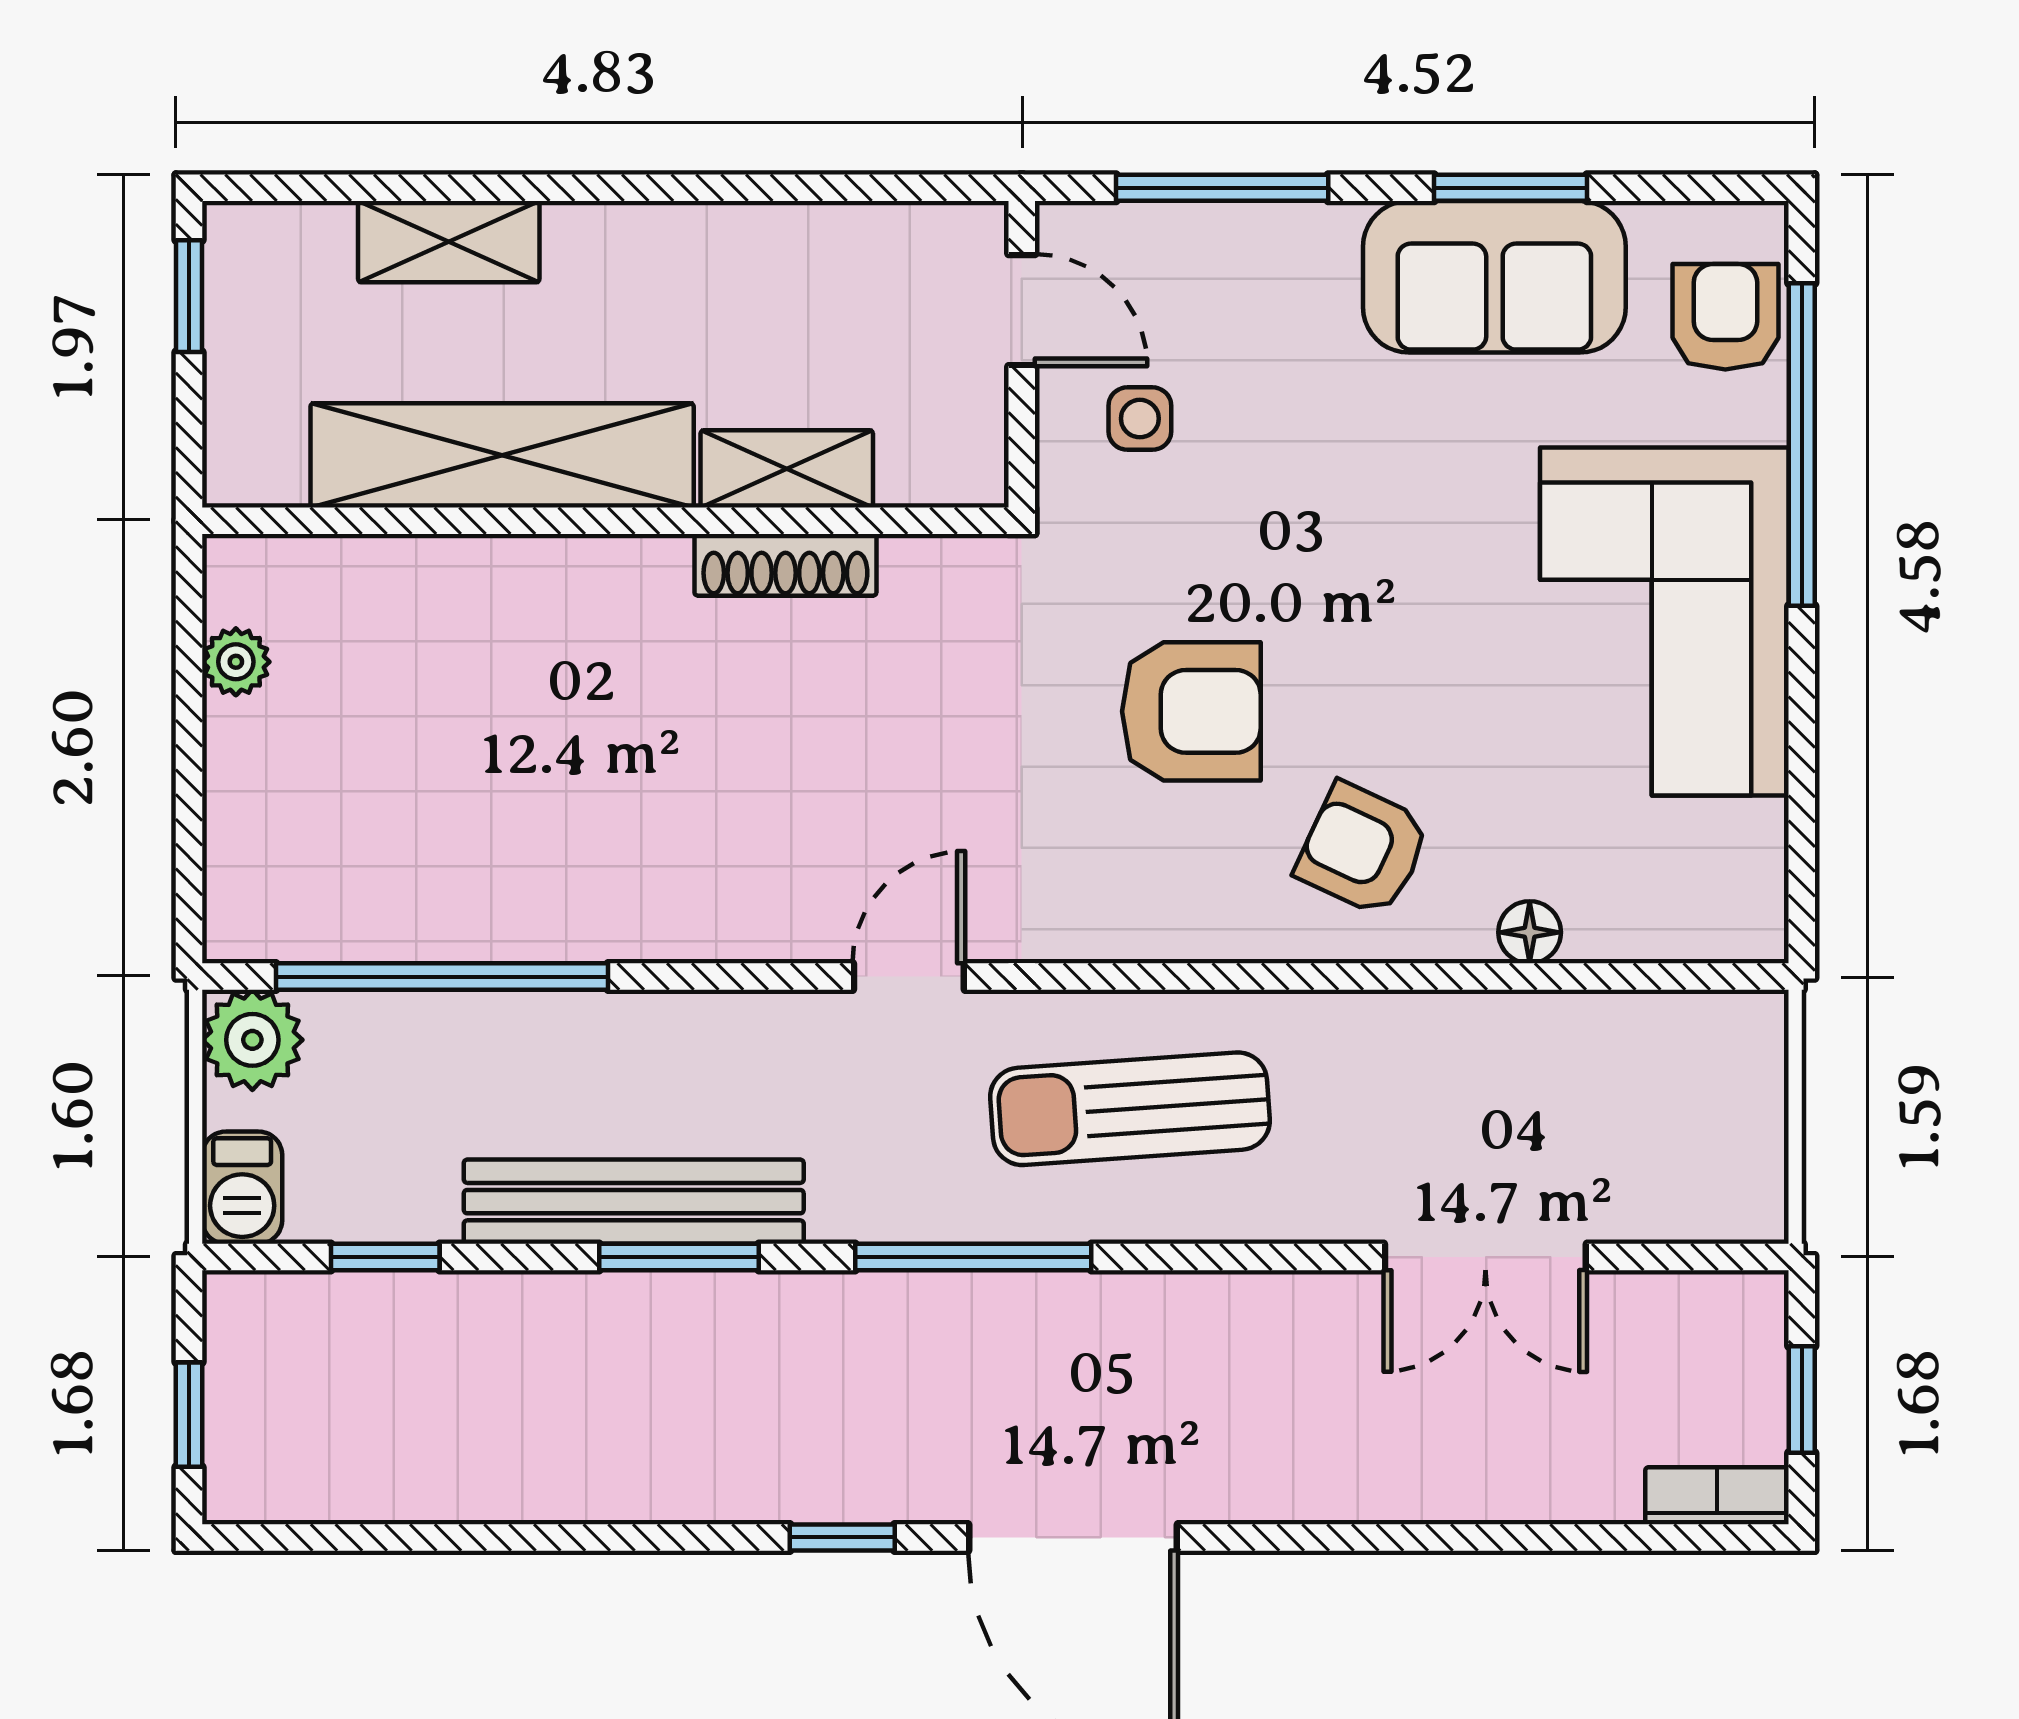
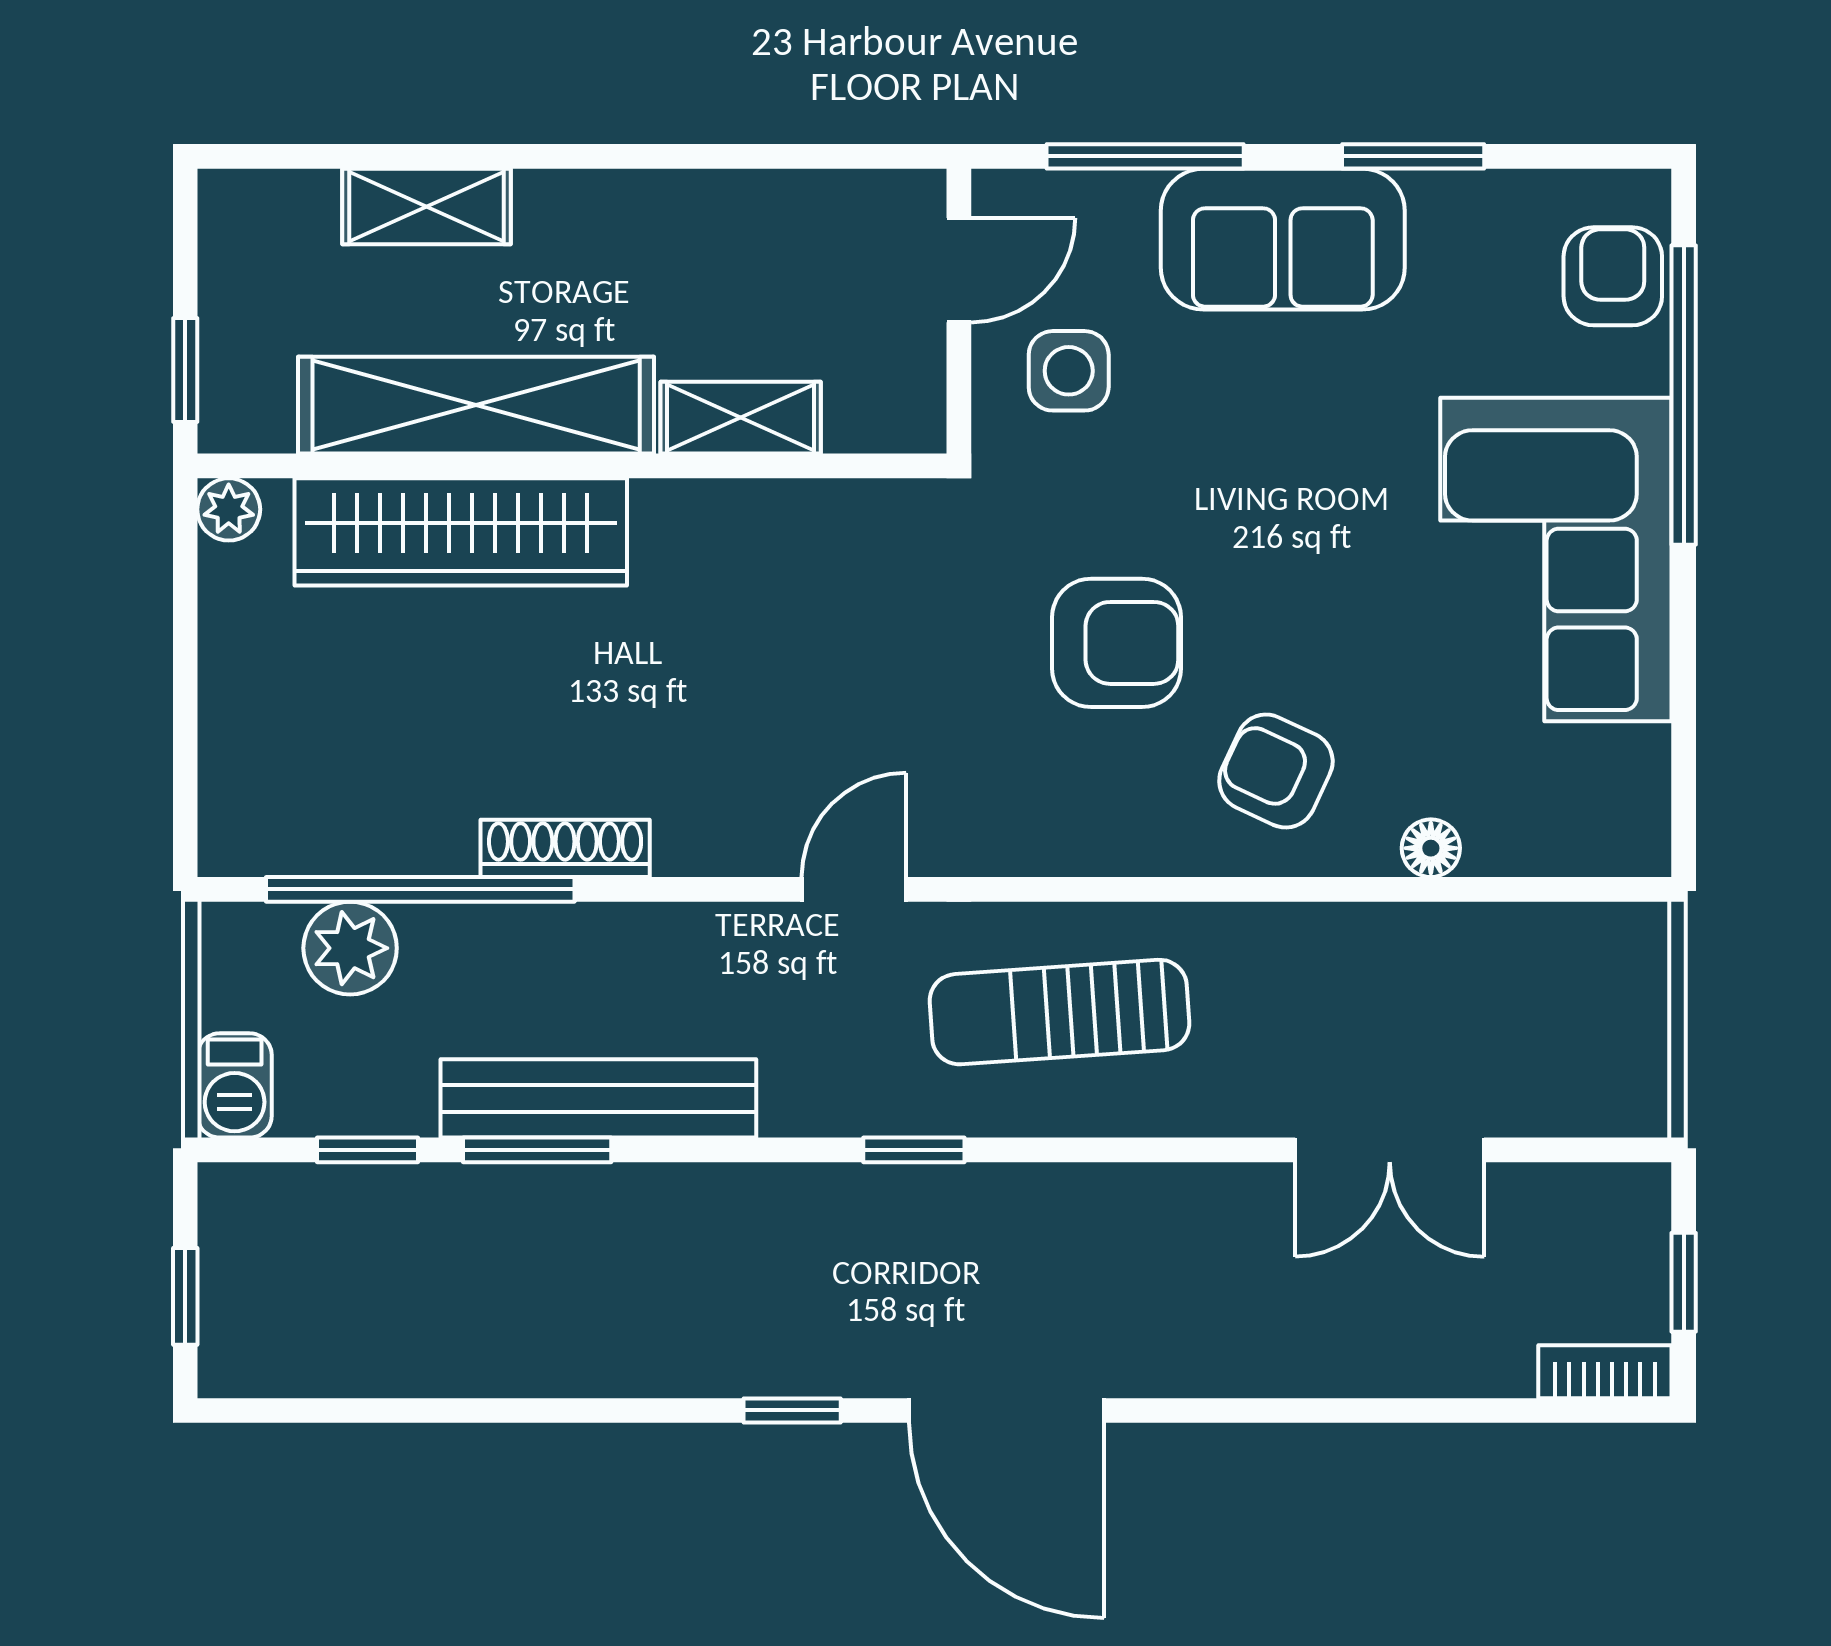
sofa: (1494, 277) -> (1283, 239), moved
window: (189, 296) -> (185, 370), moved
door: (1022, 310) -> (959, 270), hinge flipped
side table: (1140, 419) -> (1069, 371), width x1.37, depth x1.37
shoe rack: (785, 565) -> (565, 848), moved, turned 180
wardrobe: (486, 592) -> (461, 532), added
plant: (236, 662) -> (229, 509), moved
plant: (252, 1040) -> (350, 948), moved
window: (679, 1257) -> (537, 1150), moved
window: (973, 1257) -> (914, 1150), width x0.46

